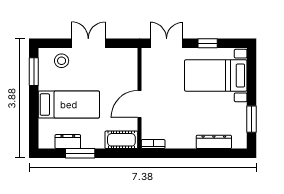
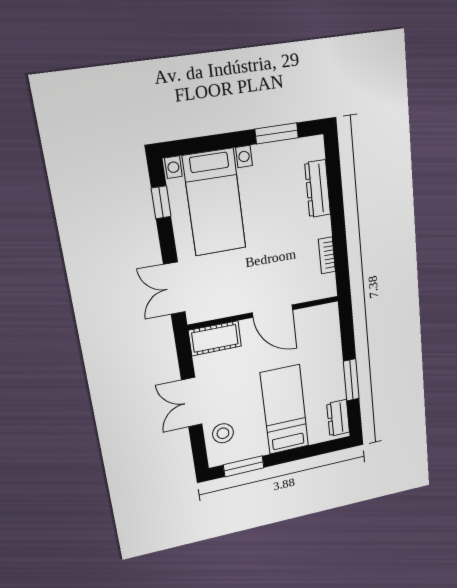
window: (208, 43) -> (161, 202), moved
cot: (121, 140) -> (215, 338), moved, turned 90
dresser: (68, 142) -> (338, 418), moved
bookcase: (153, 144) -> (327, 255), moved

